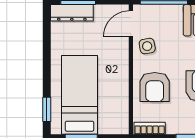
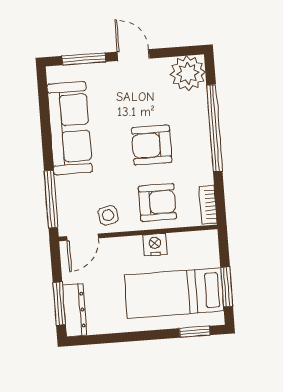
door: (131, 24) -> (83, 237), hinge flipped
nightstand: (120, 82) -> (155, 245), added

